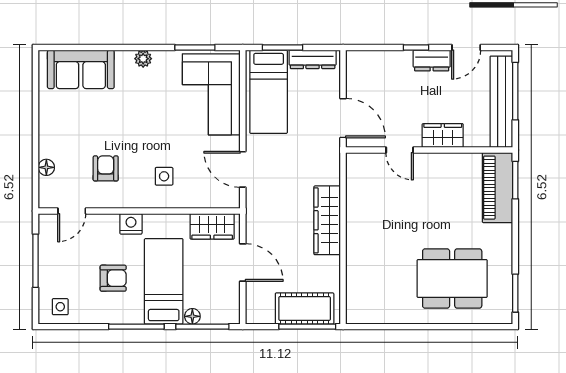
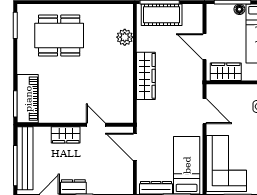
plant: (358, 276) -> (125, 37), added

